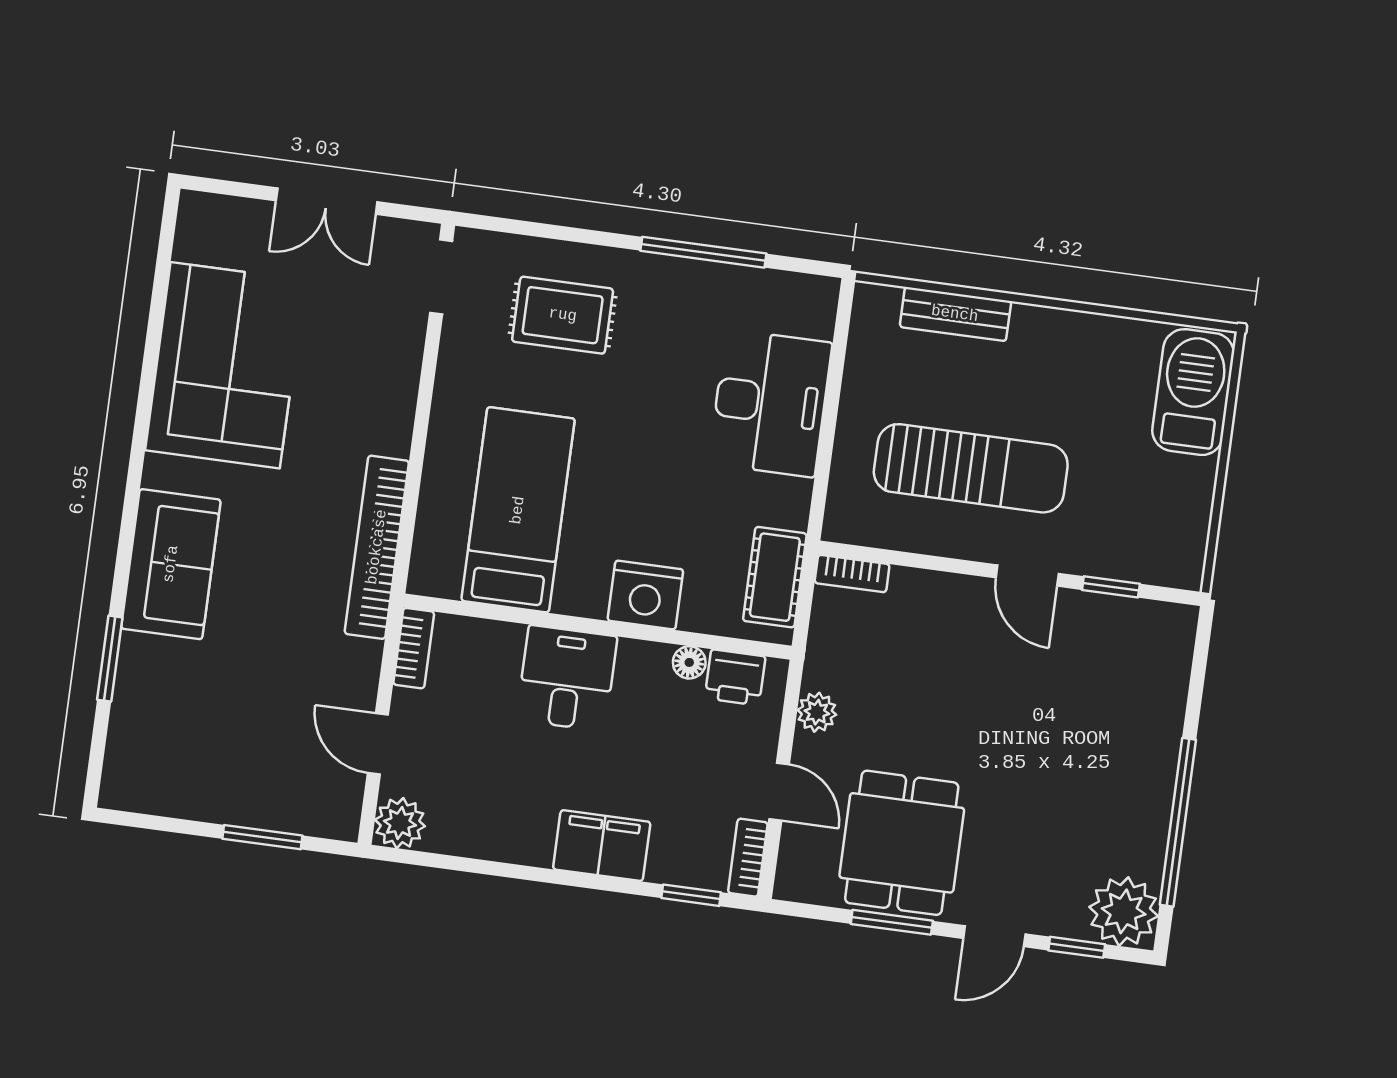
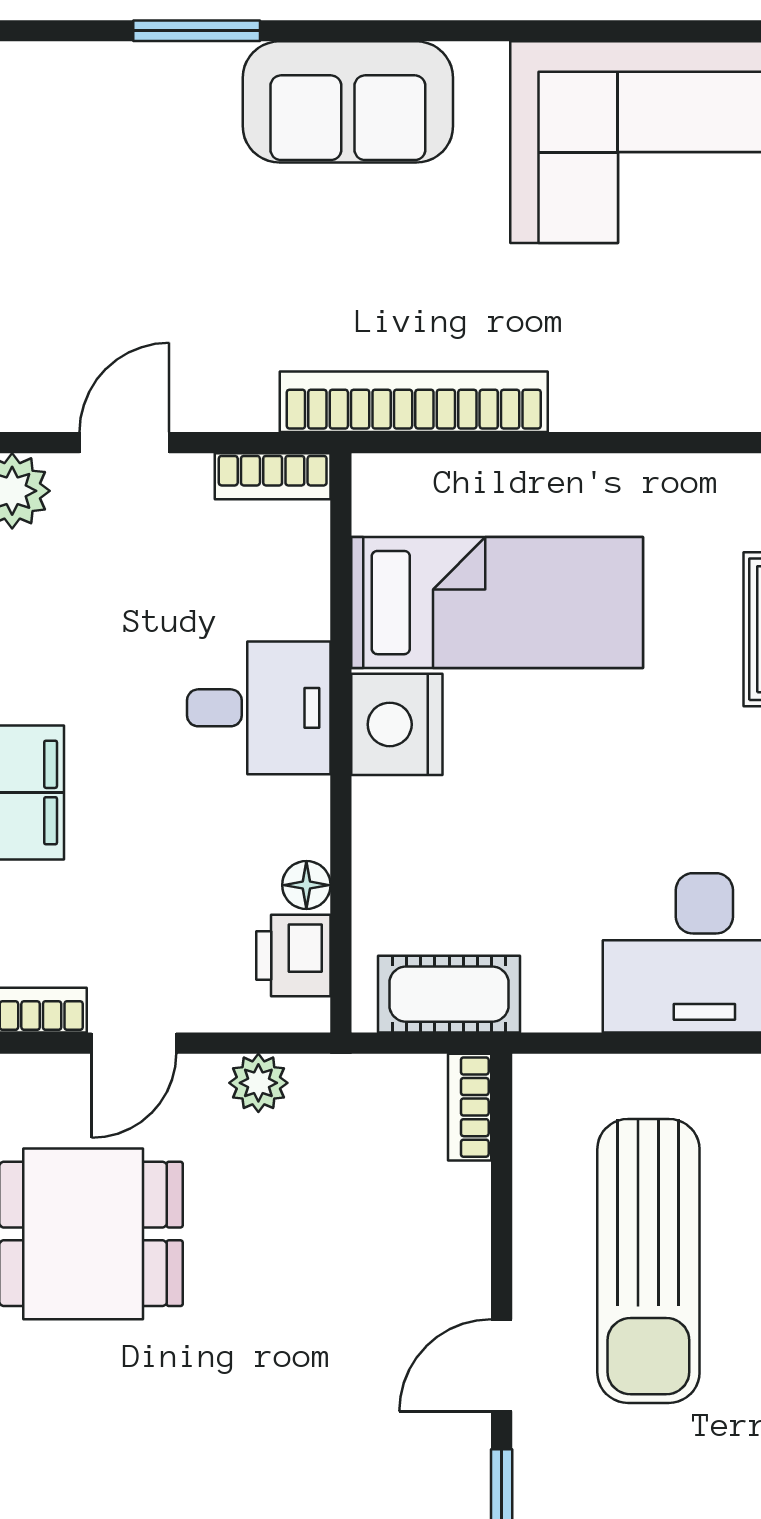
nightstand: (645, 595) -> (397, 724), moved

